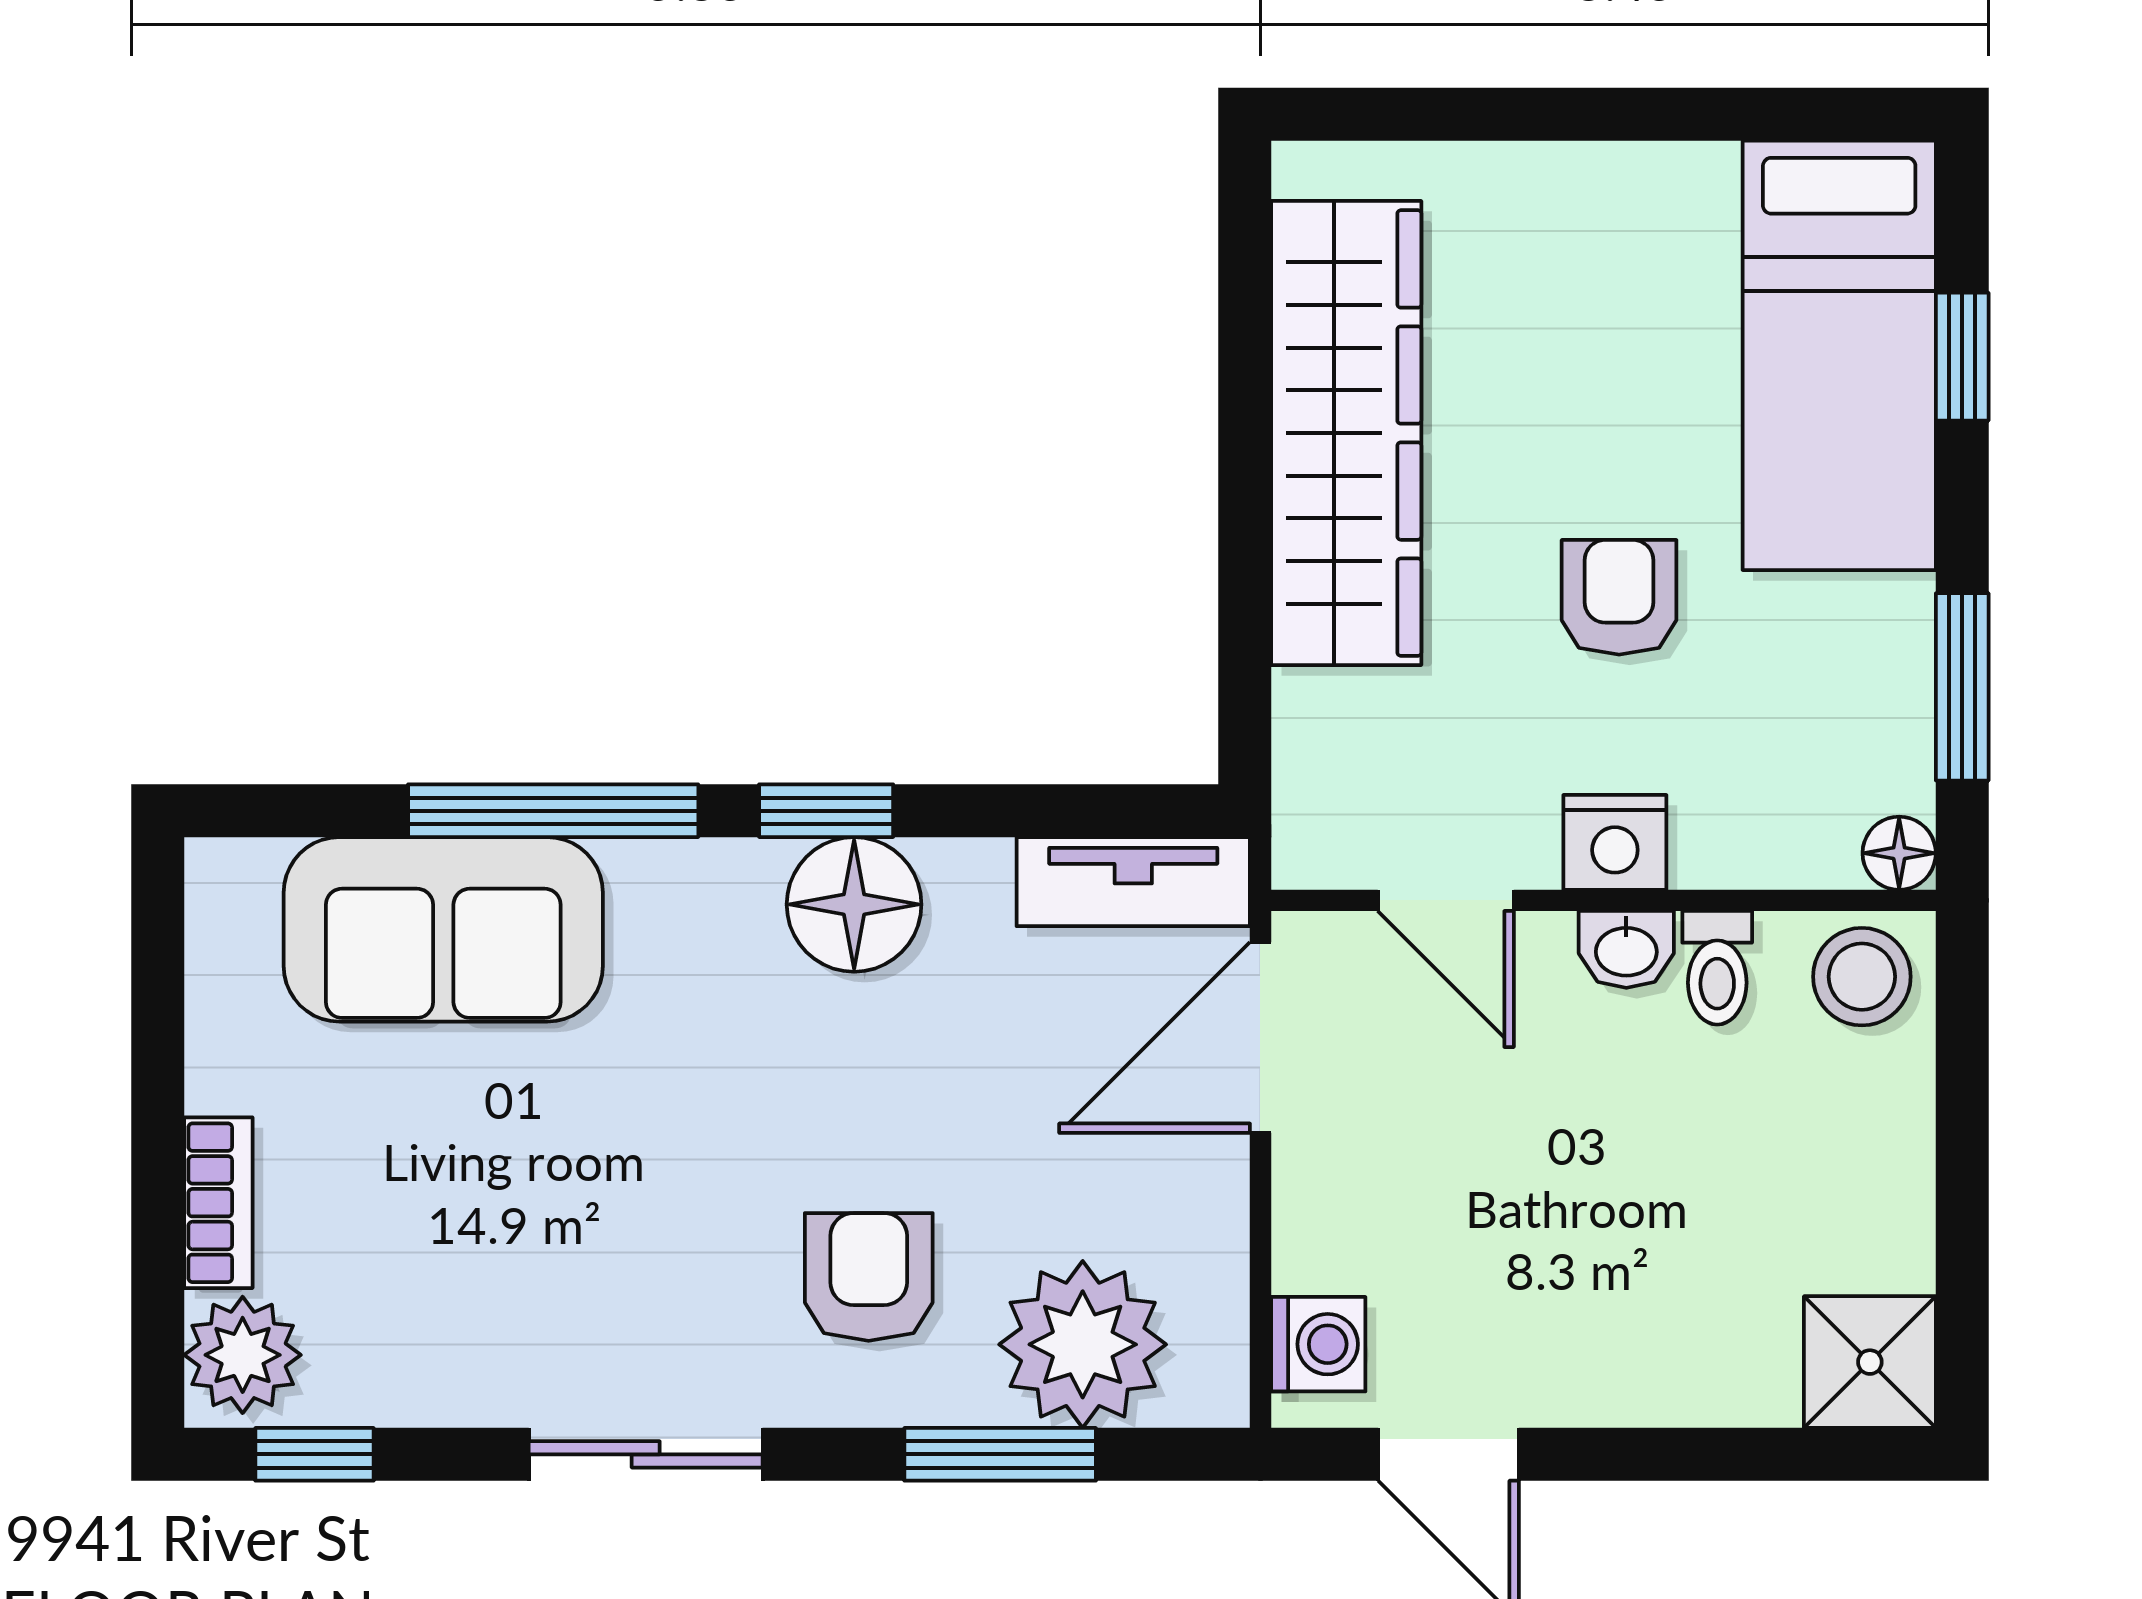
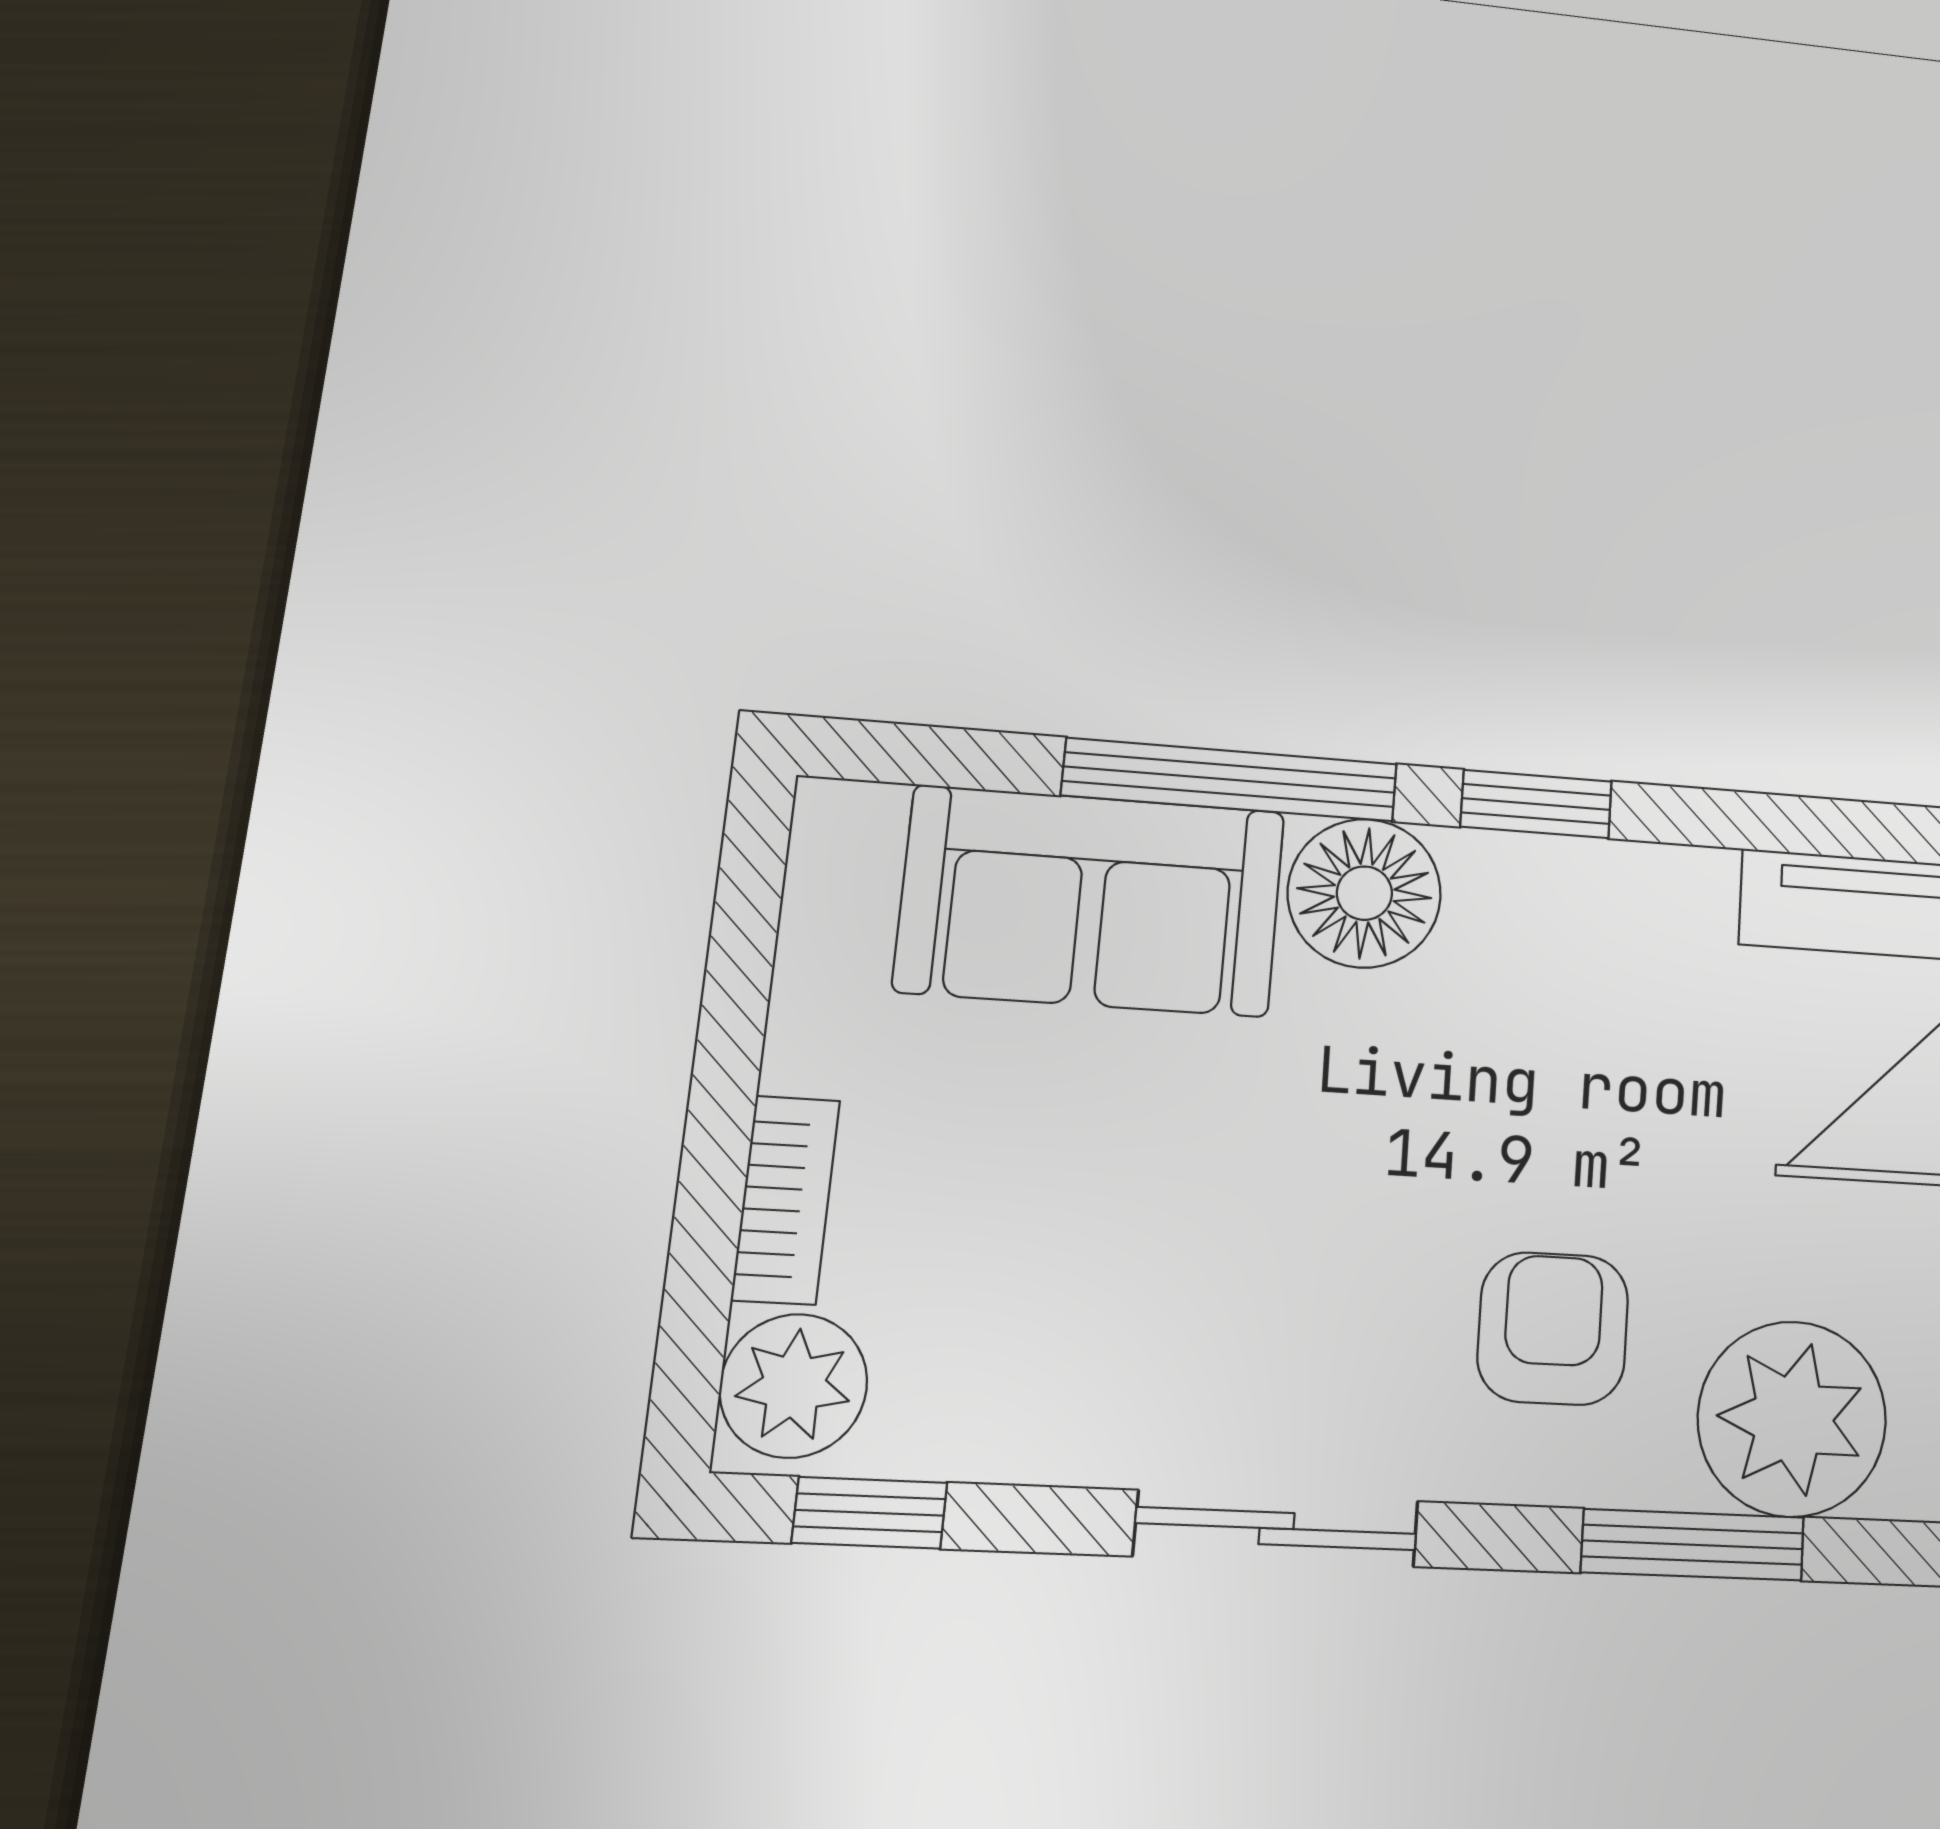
floor lamp: (854, 904) -> (1364, 893), moved

